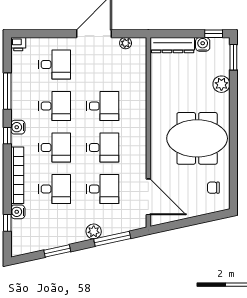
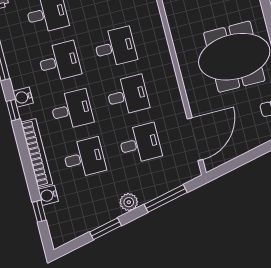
door: (148, 197) -> (195, 139), hinge flipped
plant: (94, 231) -> (129, 202), moved

